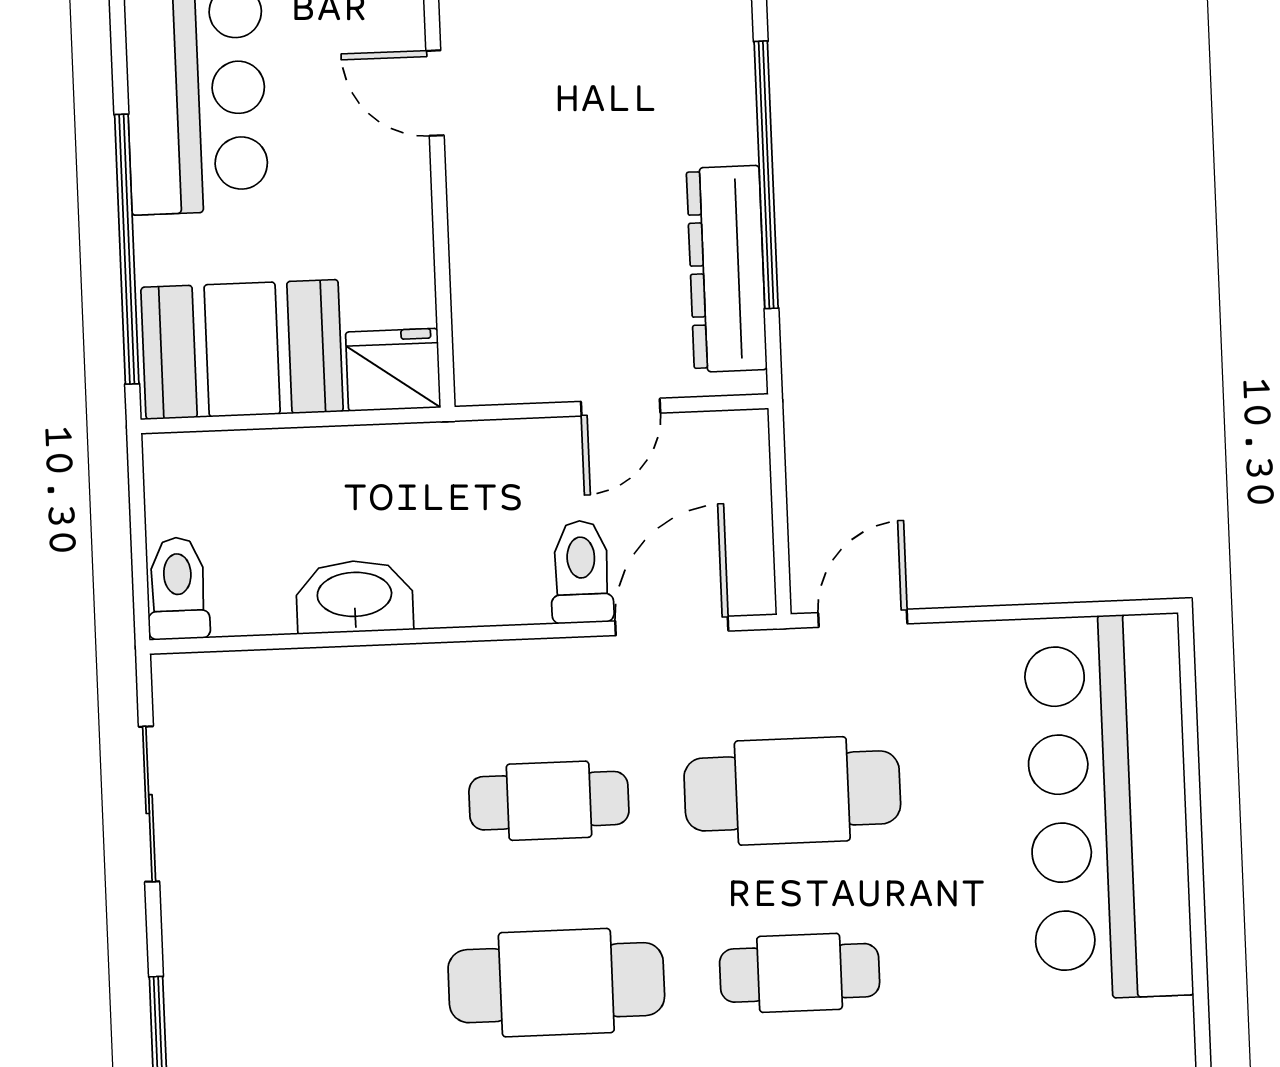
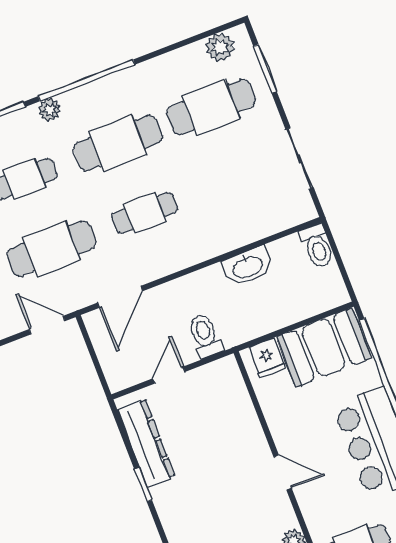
window: (766, 175) -> (143, 485), width x0.32
fridge: (393, 370) -> (267, 358), width x0.72
toilet: (581, 572) -> (205, 336), moved, turned 180
door: (863, 618) -> (47, 325), swing flipped
cafe table: (313, 992) -> (211, 107), added

